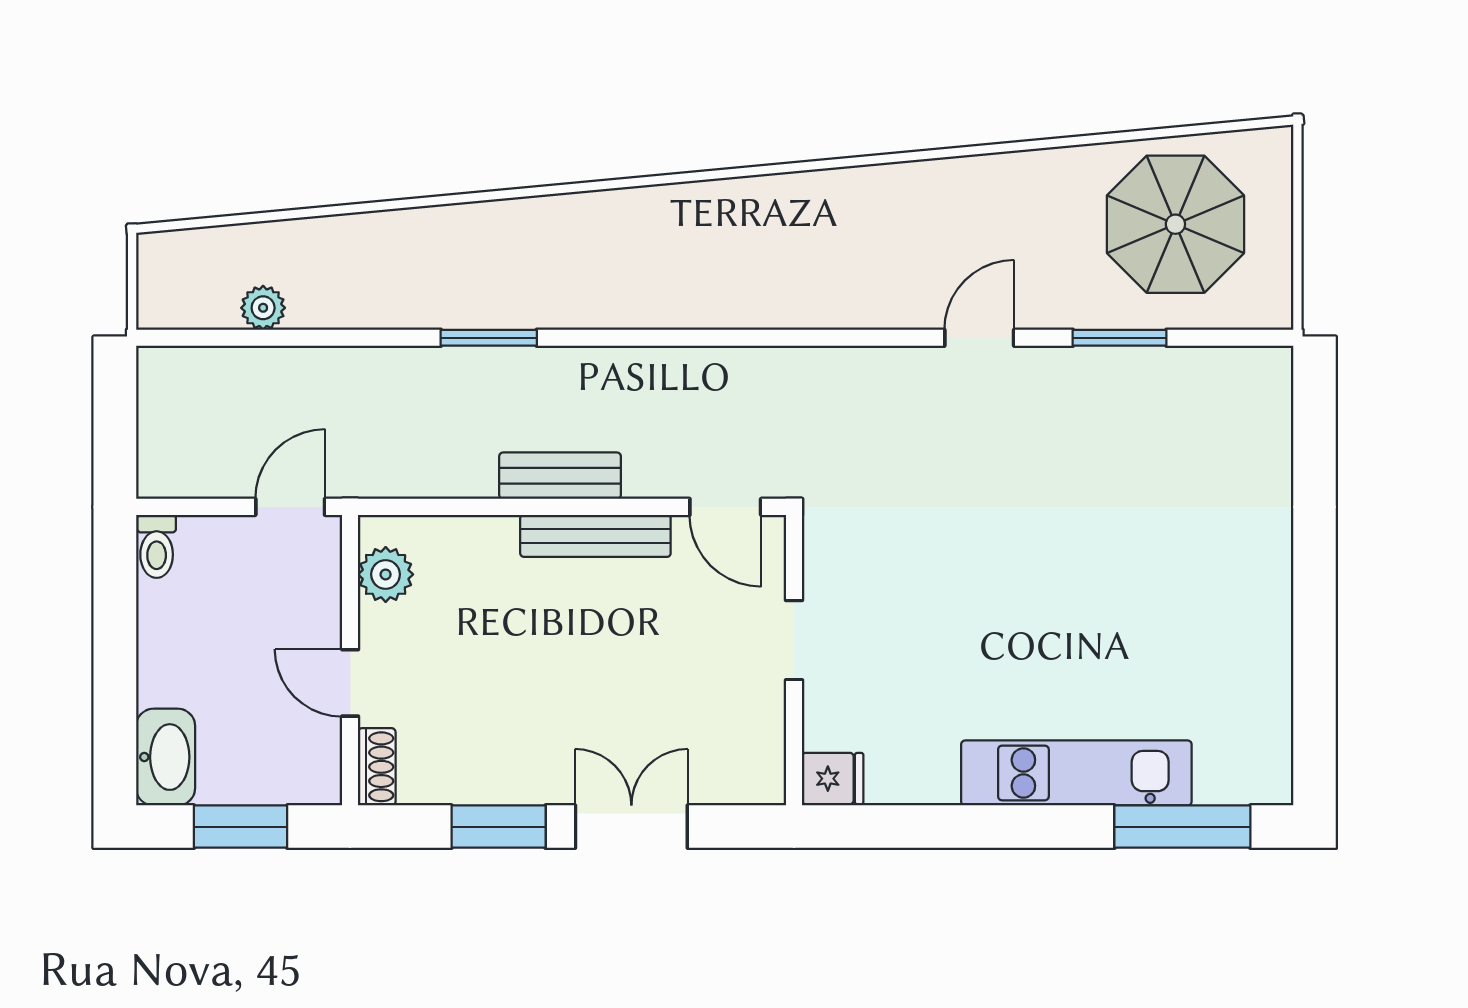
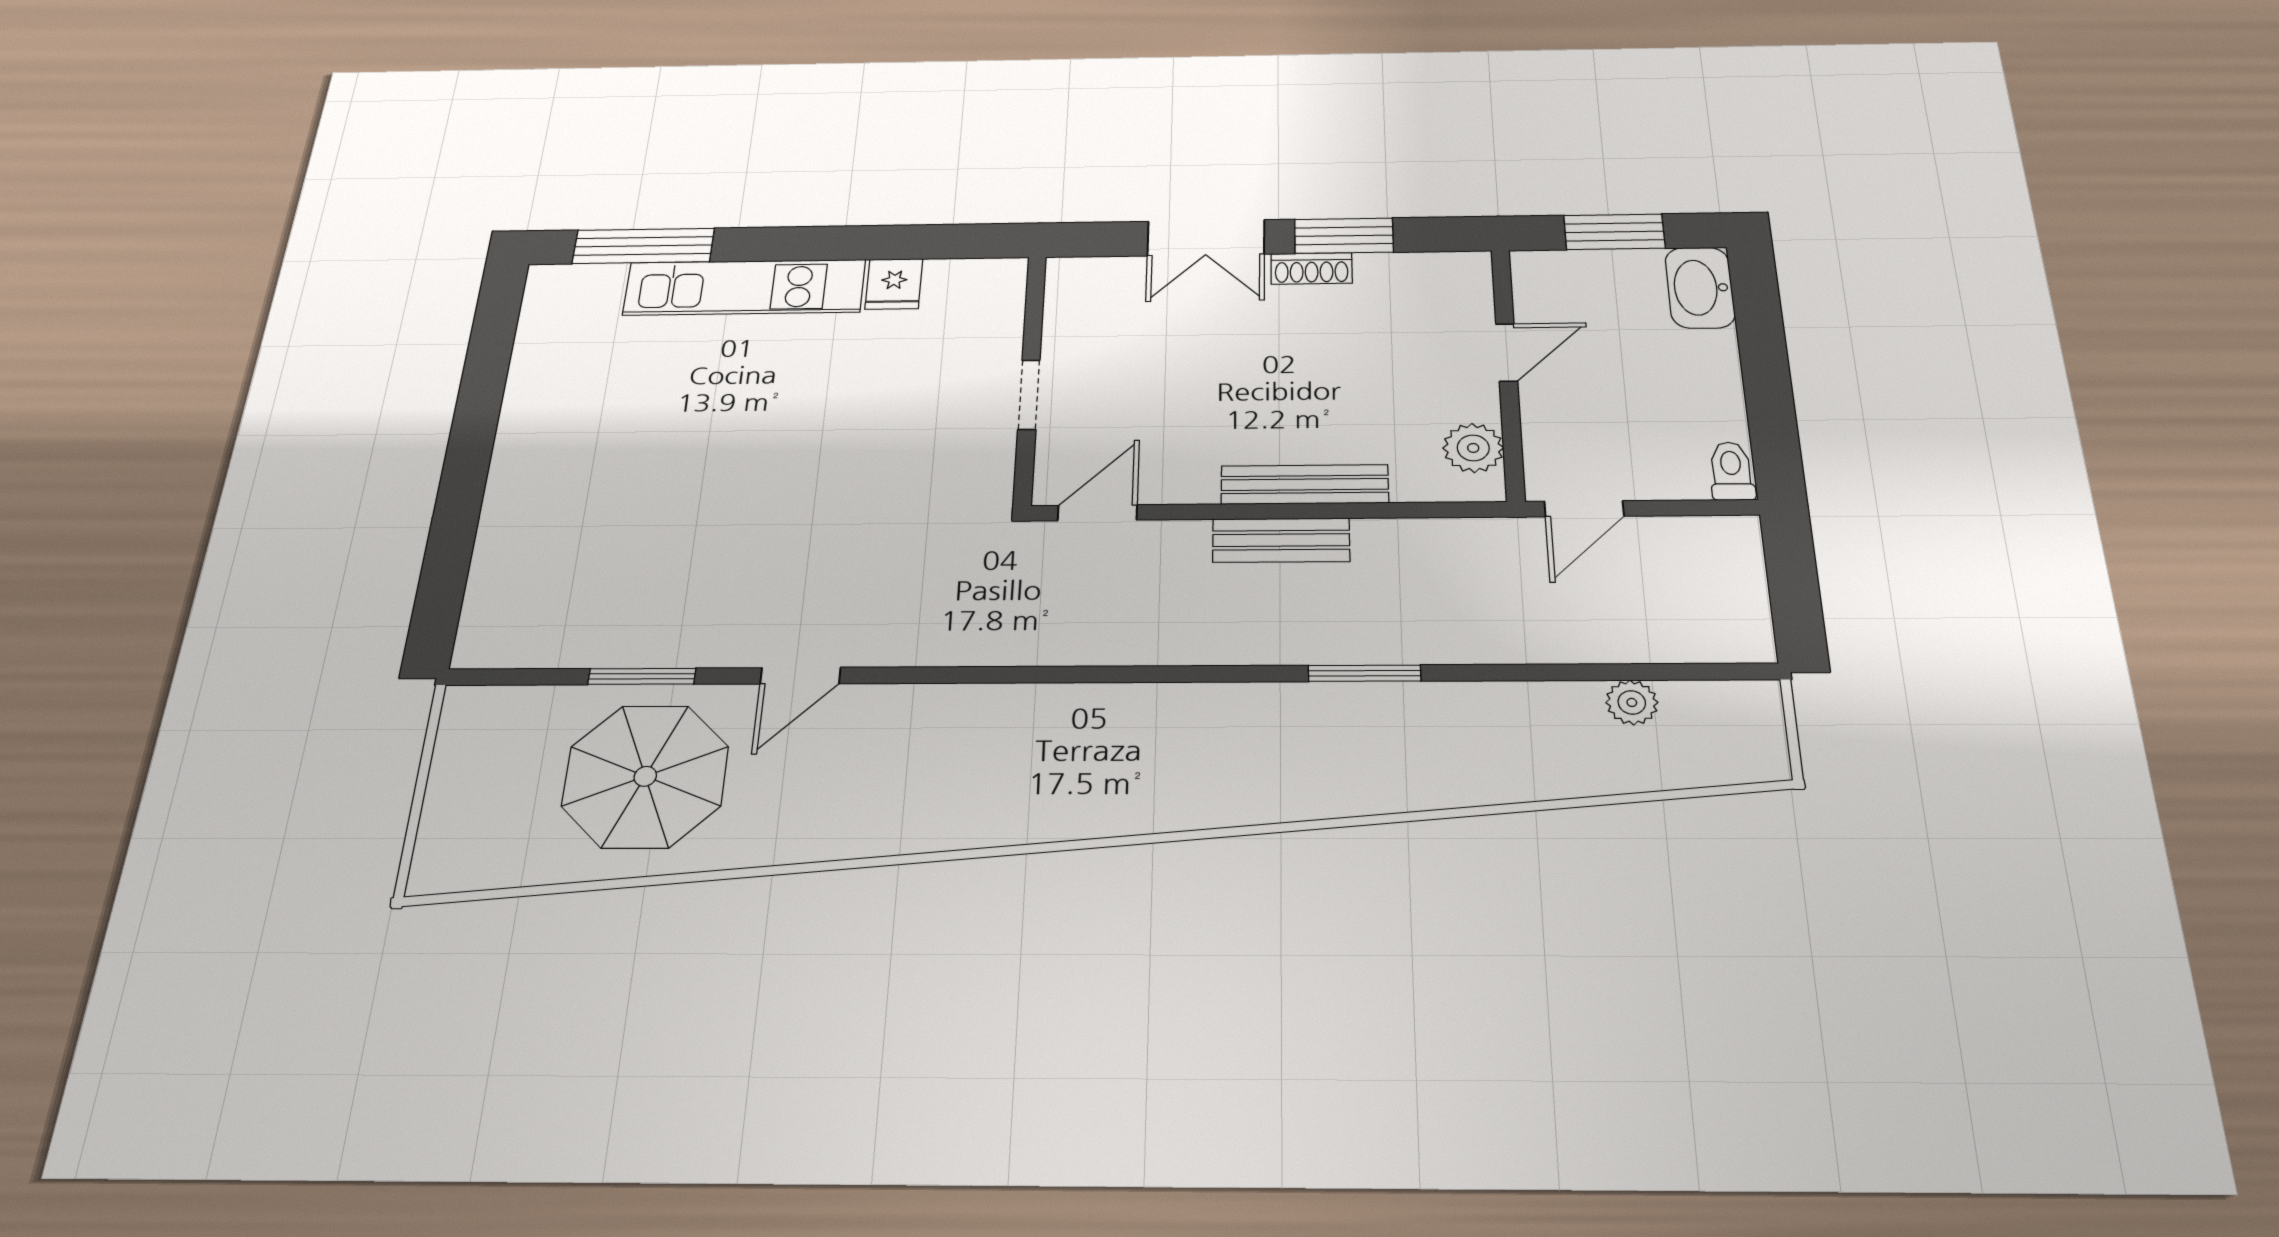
parasol: (1175, 224) -> (645, 776), moved
door: (725, 507) -> (1097, 513), hinge flipped
bench: (595, 536) -> (1305, 484), moved
door: (350, 683) -> (1507, 353), hinge flipped
shoe rack: (377, 767) -> (1312, 268), moved, turned -90
fridge: (833, 779) -> (894, 284), moved, turned -90

